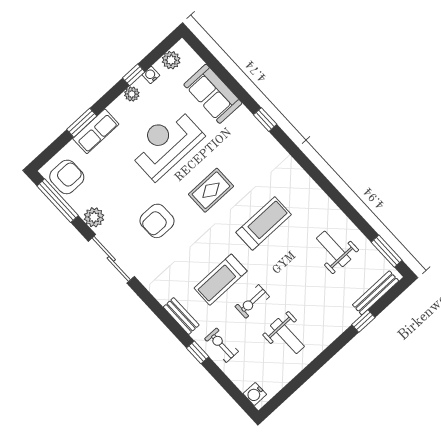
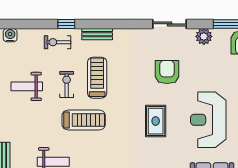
reception desk: (166, 143) -> (208, 120), turned 180
treadmill: (264, 223) -> (84, 120), moved, turned -90
sliding door: (111, 259) -> (170, 24), width x0.73
exercise bike: (221, 345) -> (58, 42), turned 180

